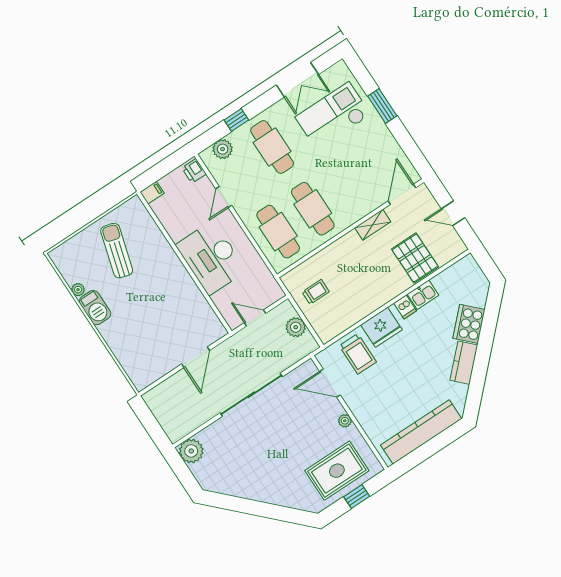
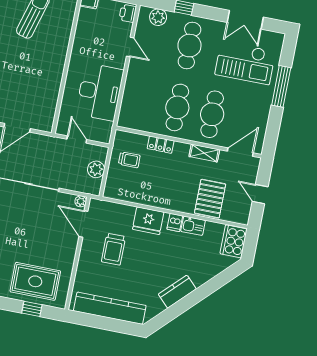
window: (382, 106) -> (281, 86), width x1.44
checkout: (333, 116) -> (245, 63), turned 180
door: (224, 197) -> (130, 47), swing flipped
cafe table: (278, 232) -> (212, 114), moved
locker: (329, 254) -> (161, 145), added
desk: (211, 258) -> (100, 92), moved, turned 180
cooker: (469, 324) -> (234, 241), moved, turned -45
trolley: (358, 354) -> (113, 249), moved
plant: (345, 421) -> (81, 201), moved

